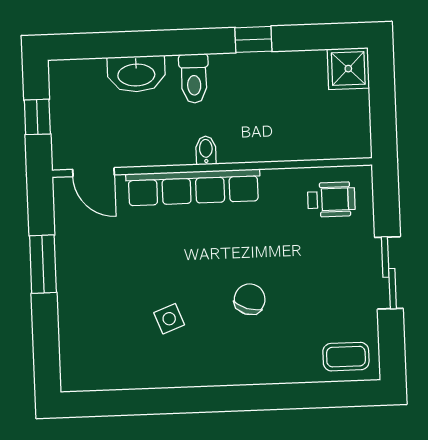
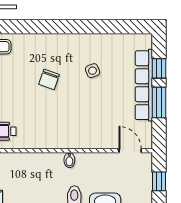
row of seats: (193, 187) -> (144, 85), moved, turned -90
window: (45, 328) -> (159, 68), added

